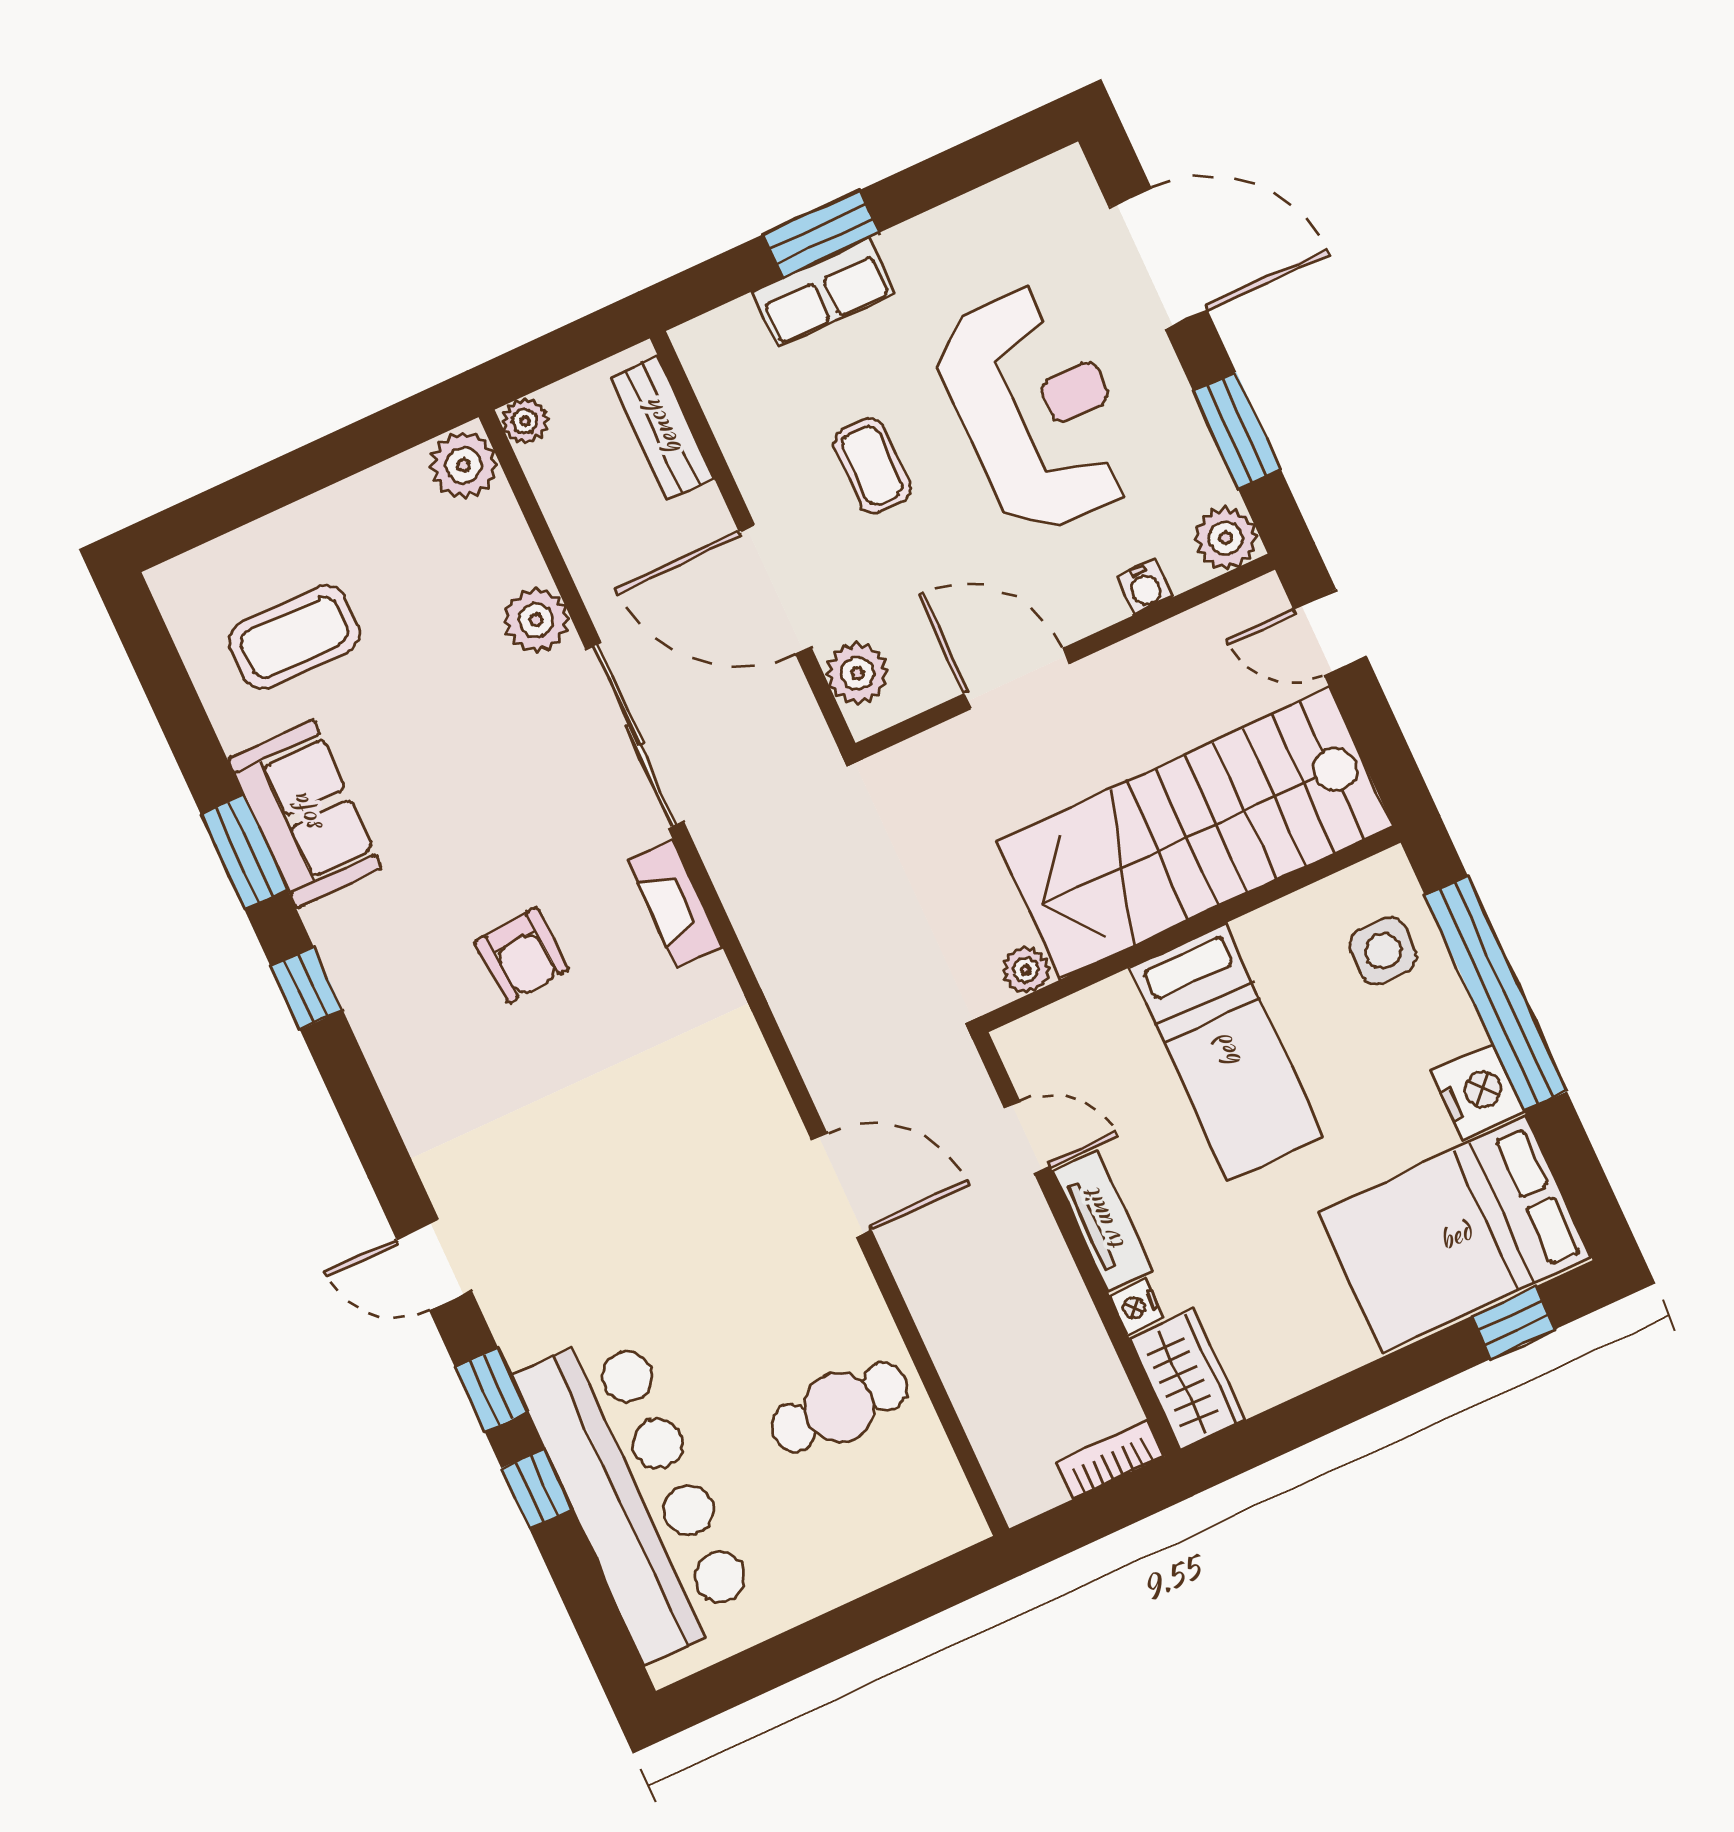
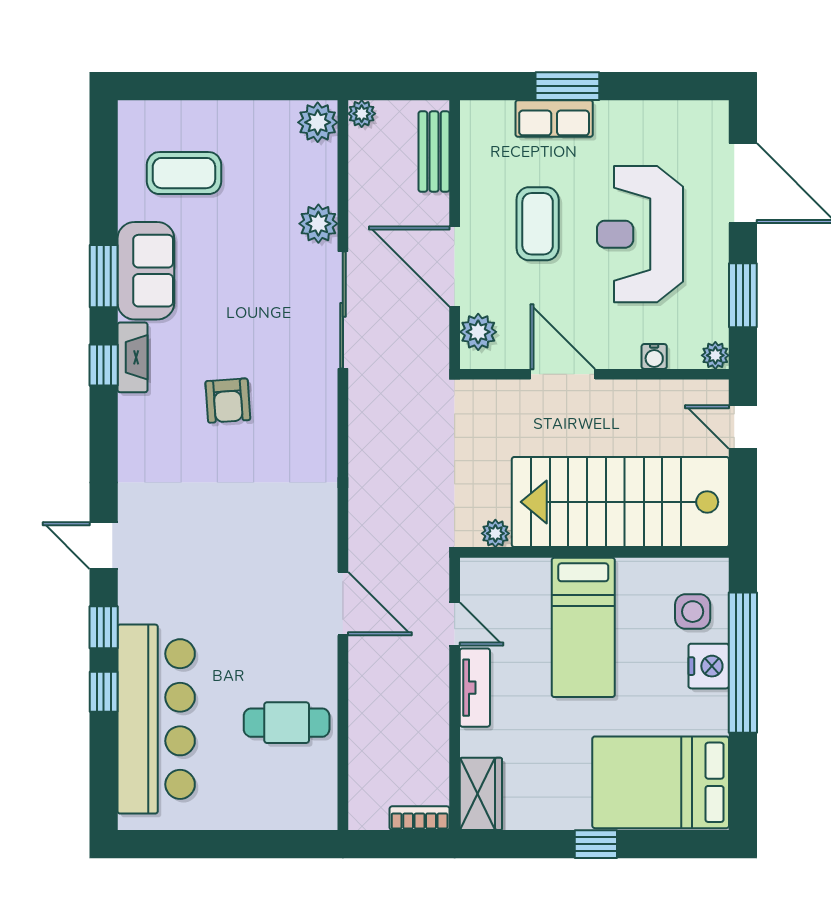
reception desk: (1036, 410) -> (640, 234), turned 180
coffee table: (872, 466) -> (538, 224), width x1.36, depth x1.30
plant: (1226, 538) -> (715, 355), width x0.73, depth x0.73
fireplace: (675, 904) -> (133, 357), moved, turned 180
nightstand: (1478, 1092) -> (709, 666), moved
nightstand: (1137, 1307) -> (472, 742), removed
window: (1513, 1323) -> (596, 844), moved

